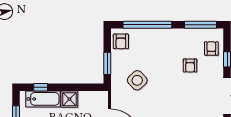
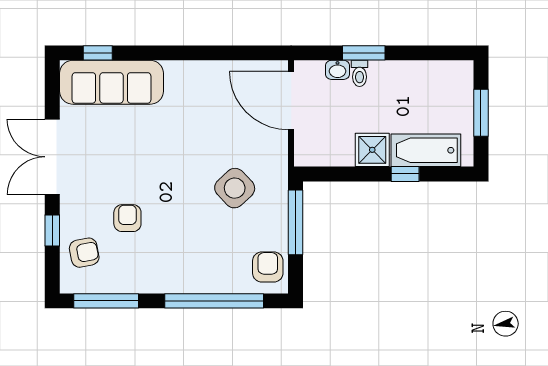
armchair: (211, 48) -> (84, 253), turned -101
window: (107, 63) -> (295, 222), width x1.44
window: (41, 87) -> (405, 174), moved

